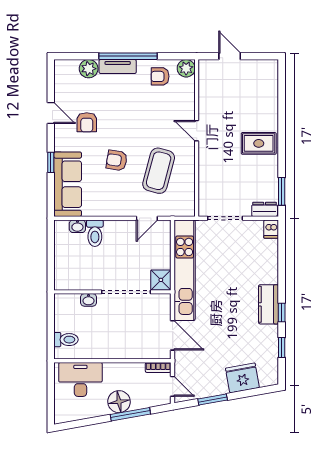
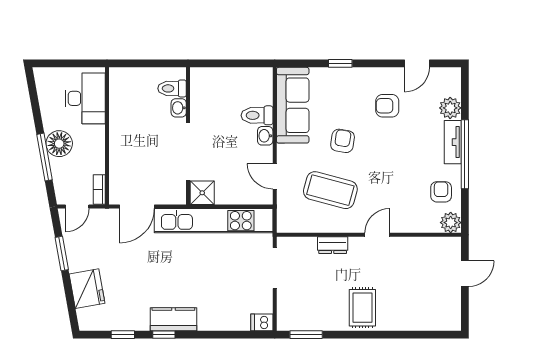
door: (51, 113) -> (417, 63), moved
sofa: (68, 184) -> (293, 105), moved, turned -90
dresser: (265, 209) -> (333, 245), moved, turned 90
washbasin: (77, 226) -> (265, 136), moved
toilet: (66, 340) -> (172, 88), moved, turned 90

